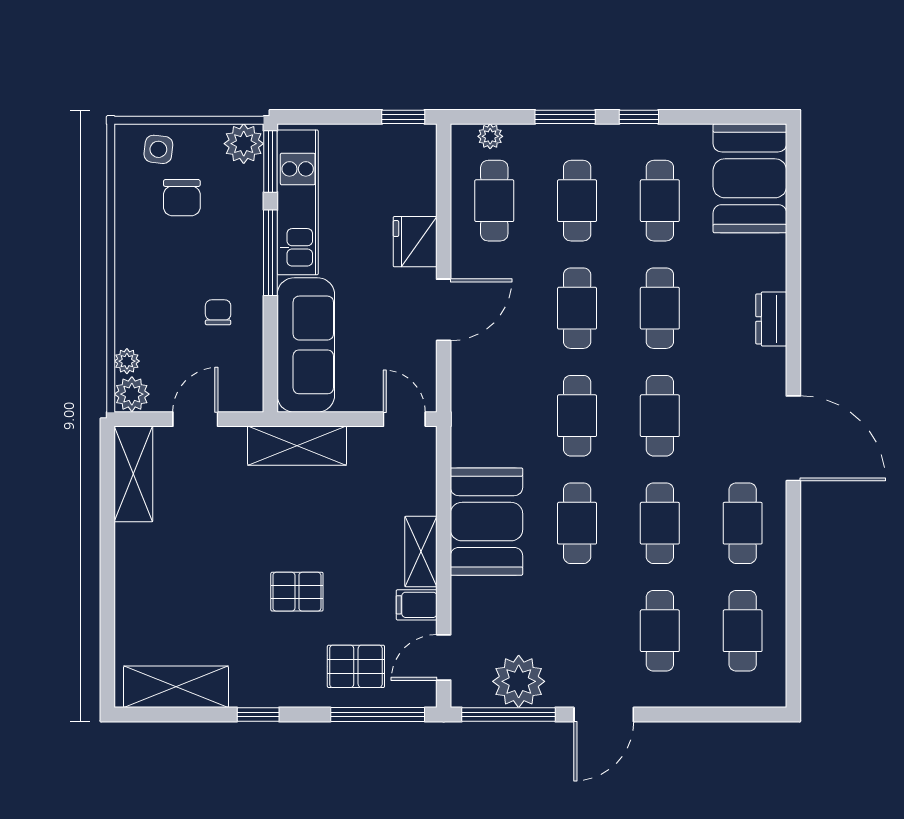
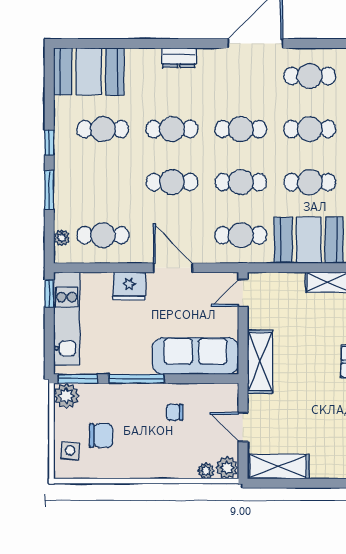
cafe table: (577, 201) -> (241, 235), moved
kitchen unit: (298, 202) -> (67, 319), moved, turned 90

